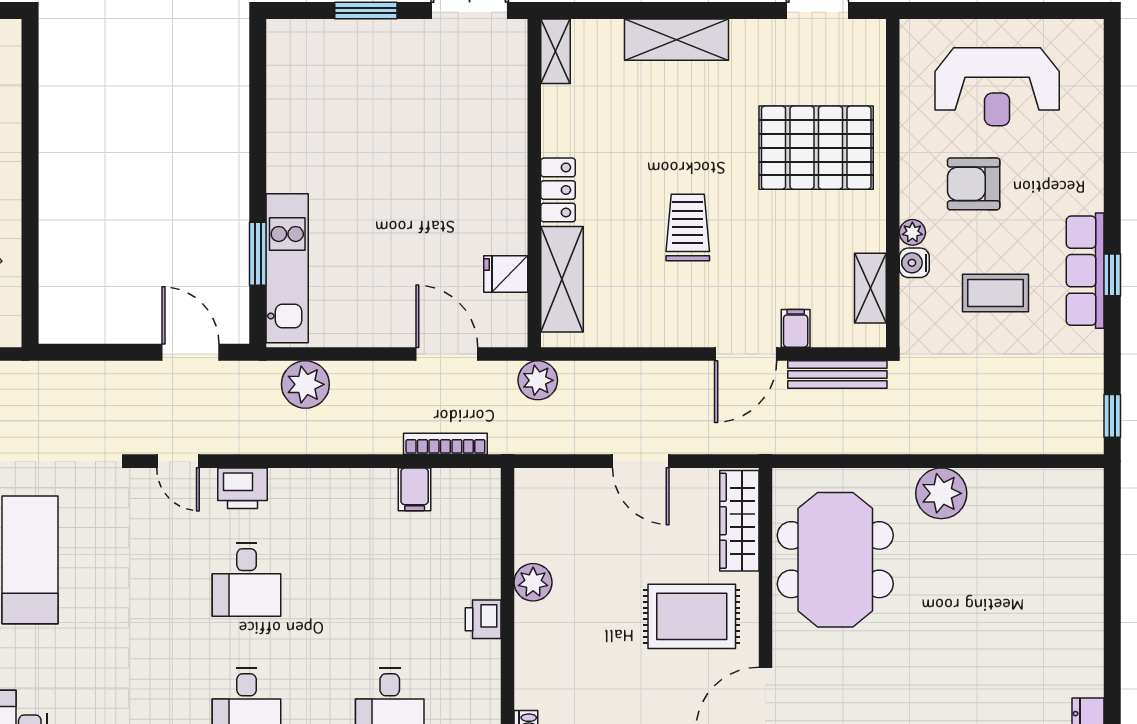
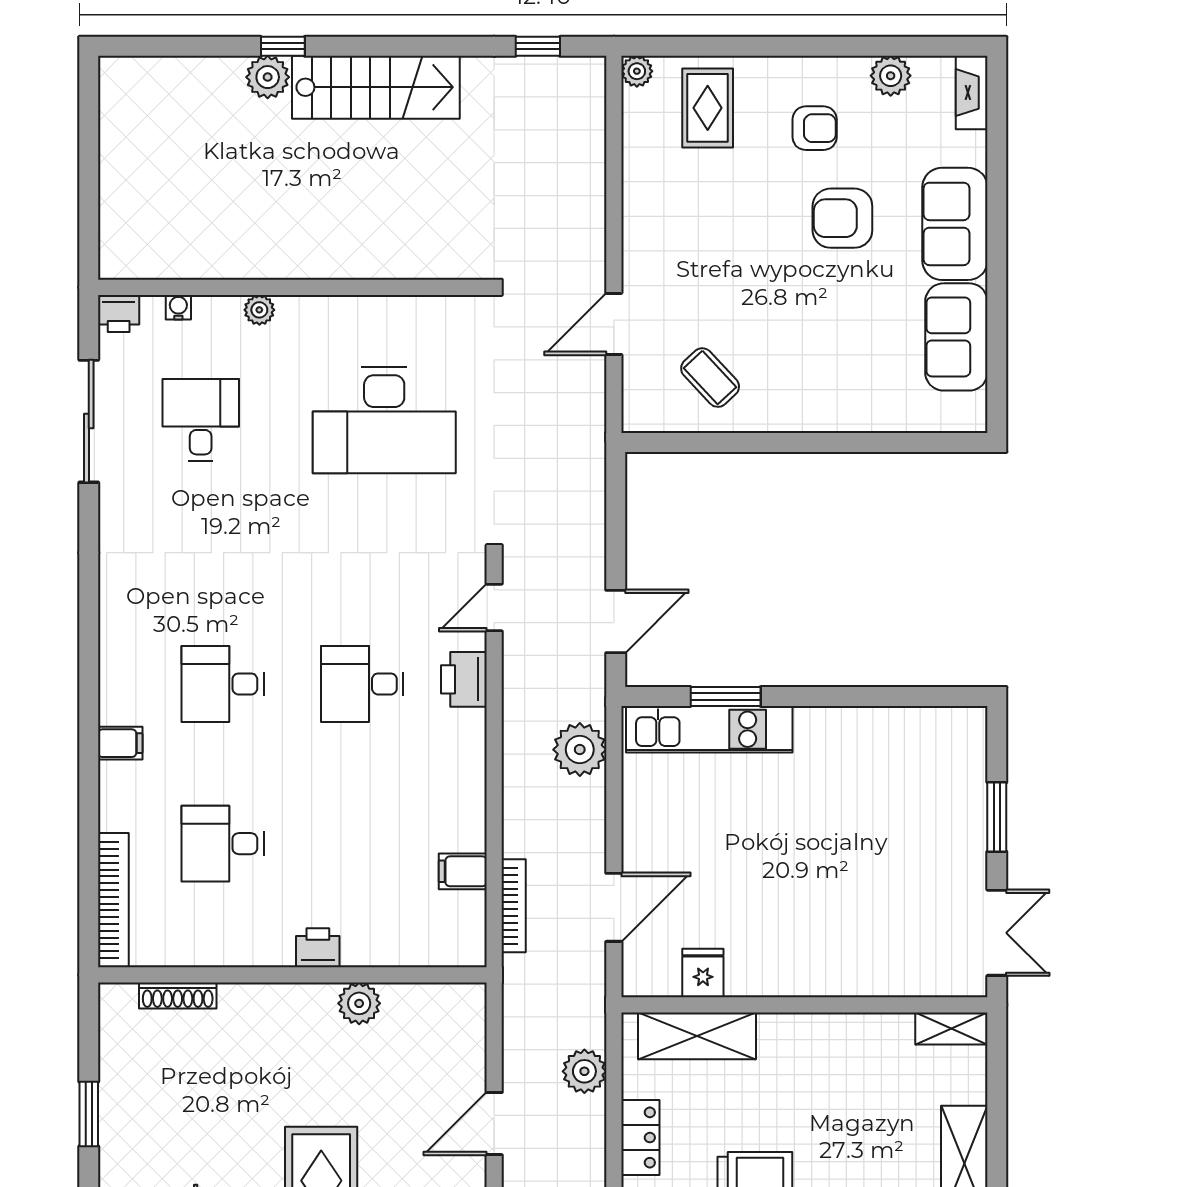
locker: (558, 190) -> (640, 1138), moved, turned -90
plant: (538, 380) -> (584, 1071), moved

